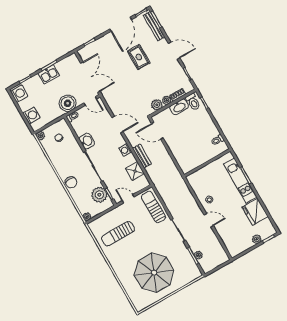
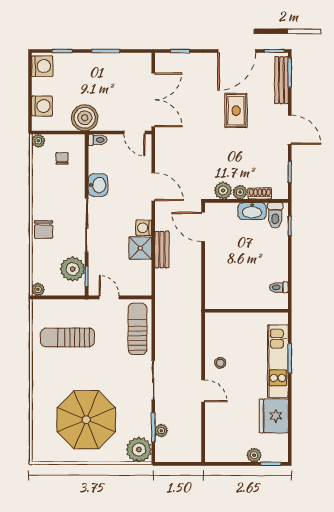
kitchen sink: (49, 74) -> (98, 63), removed
boiler: (68, 103) -> (85, 118), moved
shower: (135, 171) -> (140, 248), moved
plant: (192, 272) -> (139, 450), added

